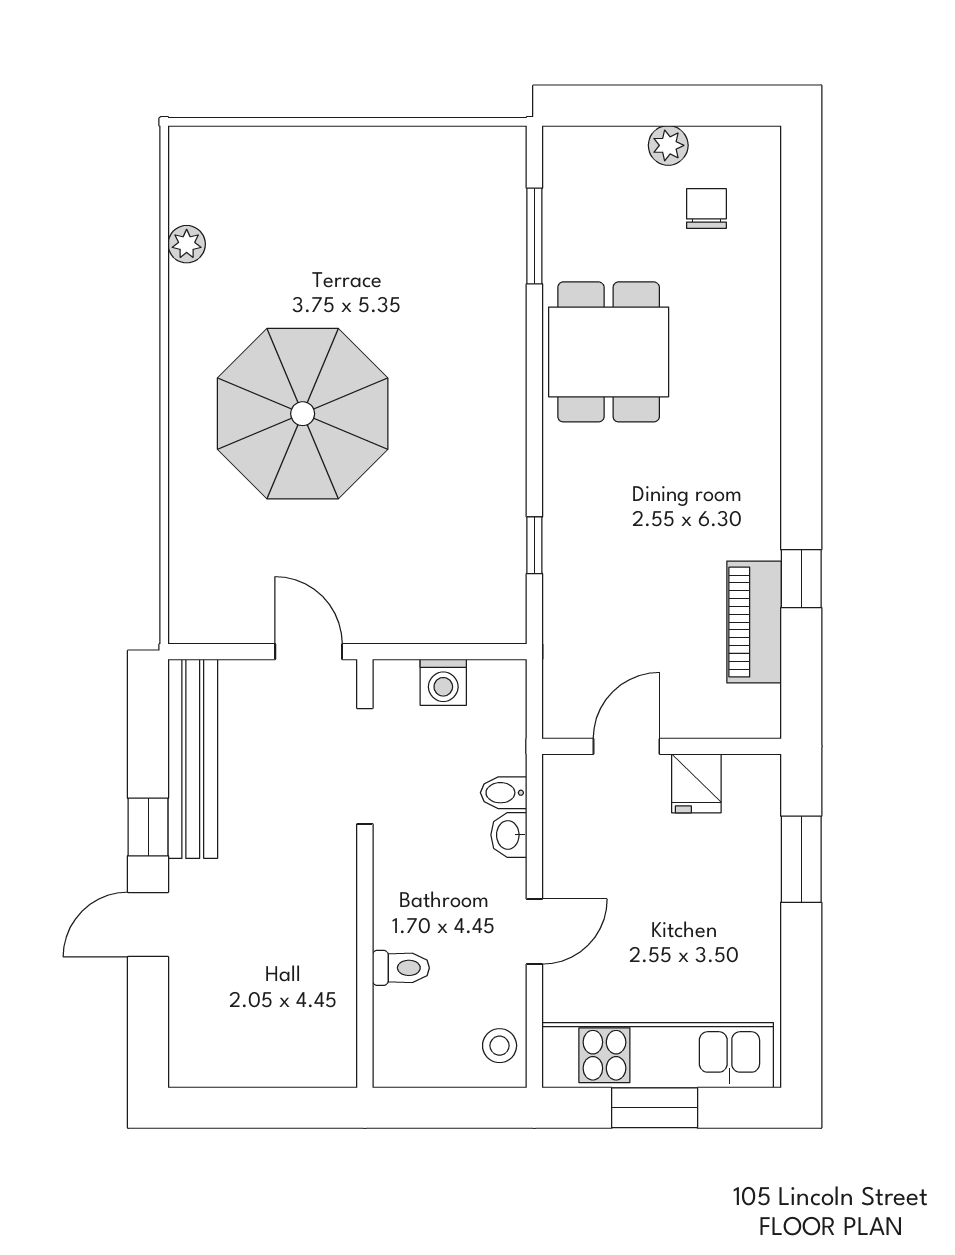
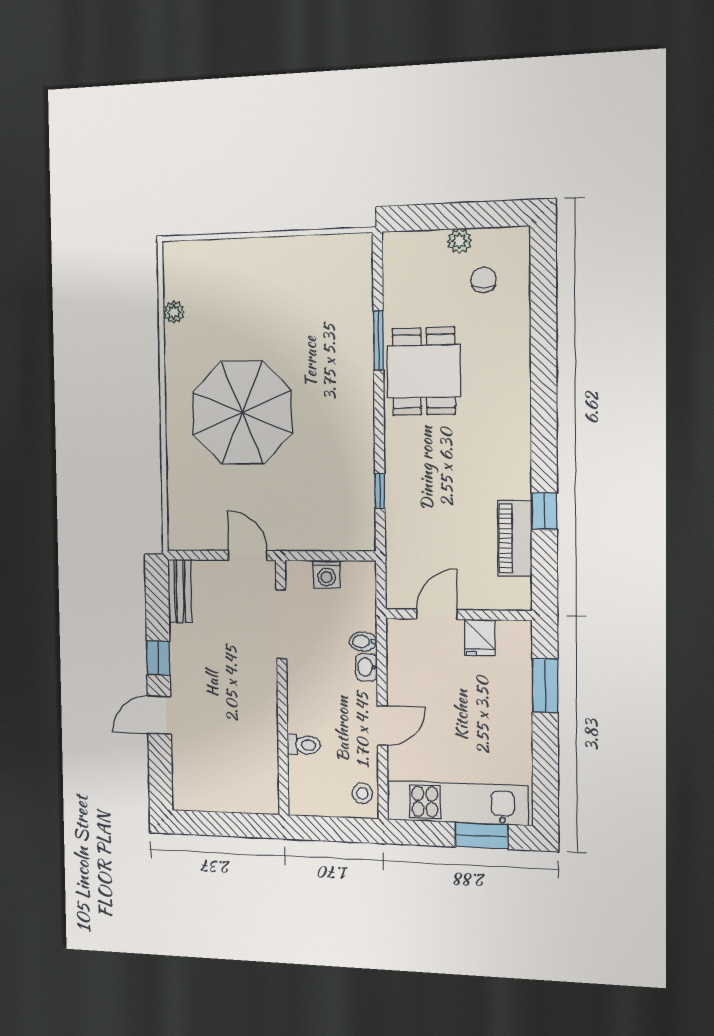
window: (534, 236) -> (378, 340), moved
bench: (193, 759) -> (180, 591), width x0.54, depth x0.82
window: (655, 1108) -> (482, 836), moved

